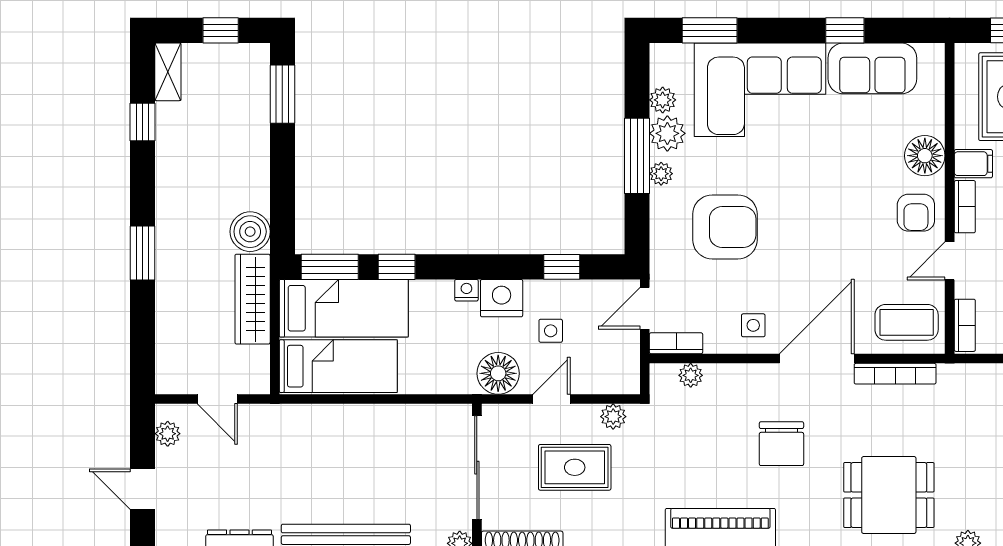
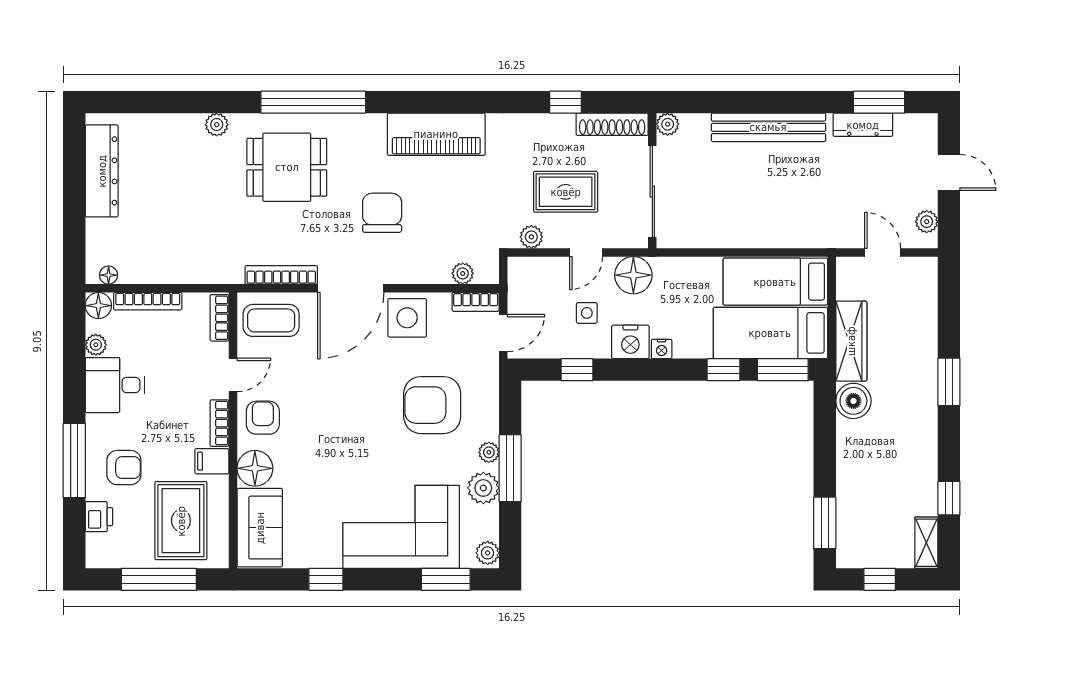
sofa: (872, 68) -> (260, 528), moved, turned 90
plant: (663, 100) -> (488, 553), moved
side table: (753, 325) -> (407, 318), width x1.87, depth x1.87

